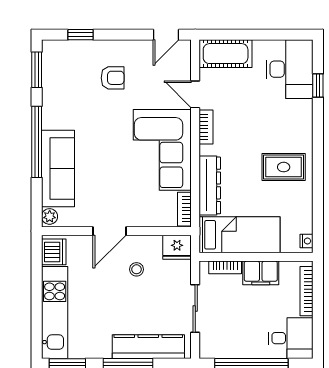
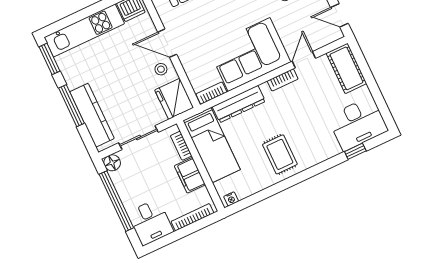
fridge: (177, 247) -> (174, 99), width x1.36, depth x1.34
stool: (137, 269) -> (161, 69), moved
floor lamp: (209, 349) -> (112, 163), added

